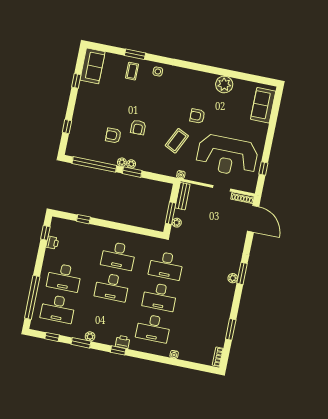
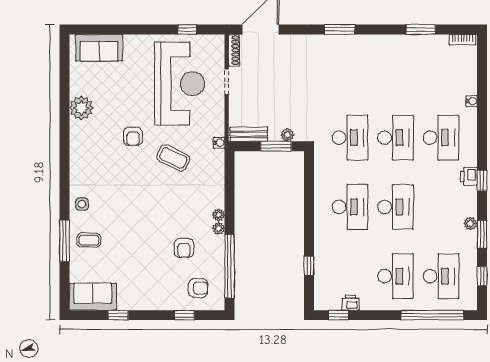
window: (135, 54) -> (64, 241), width x1.44
armchair: (138, 127) -> (198, 288), moved
window: (132, 172) -> (229, 211), removed
plant: (233, 278) -> (349, 41), removed

